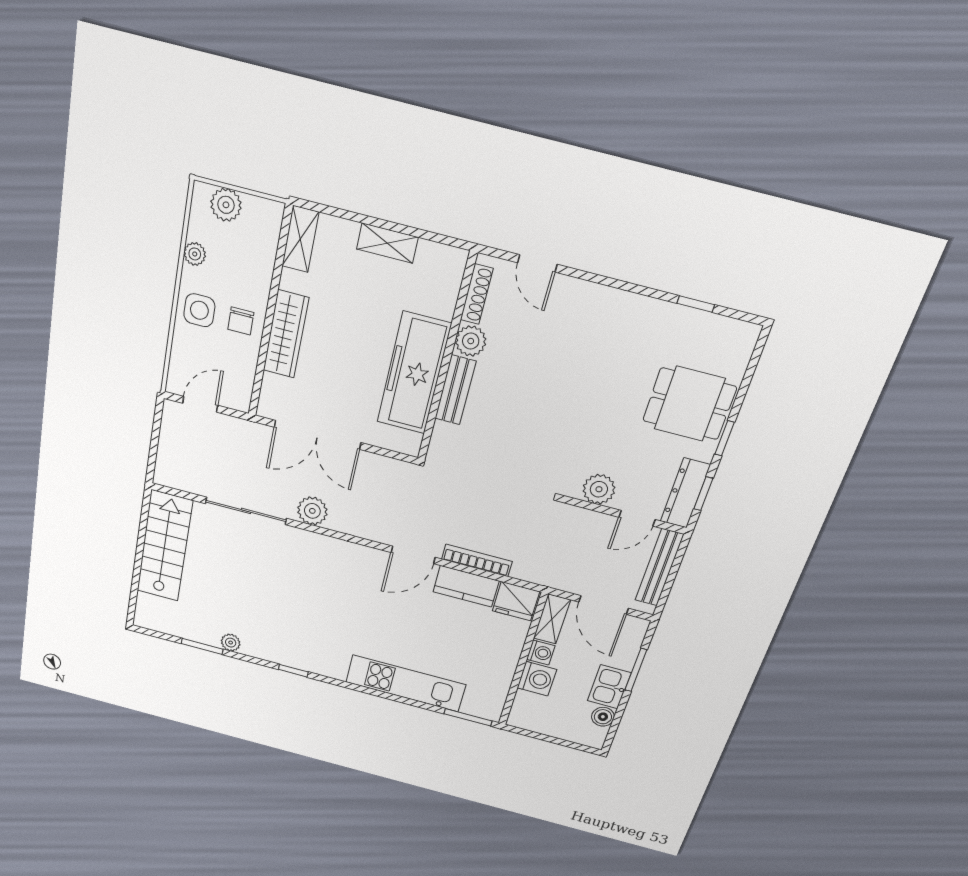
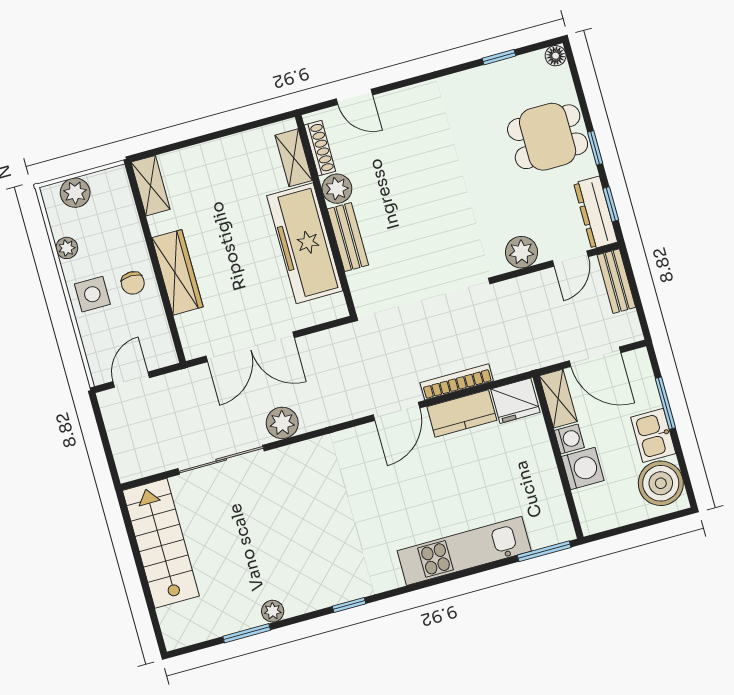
shelving: (387, 243) -> (294, 158), moved, turned 90
floor lamp: (749, 334) -> (556, 56), added
bench: (659, 568) -> (616, 281), width x0.73
boiler: (603, 717) -> (661, 483), width x1.86, depth x1.86

